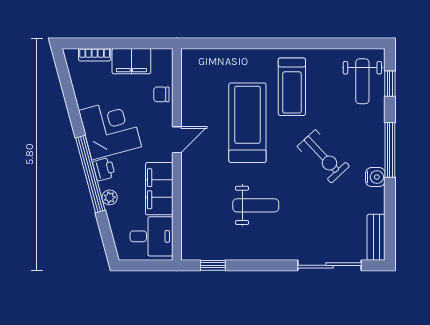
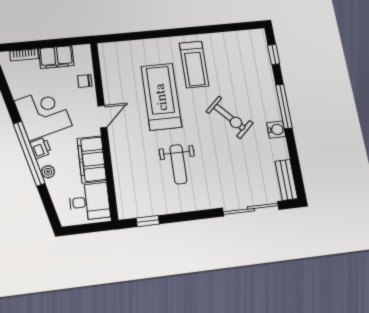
weight bench: (362, 81) -> (251, 55), removed
weight bench: (256, 205) -> (178, 164), turned 90

